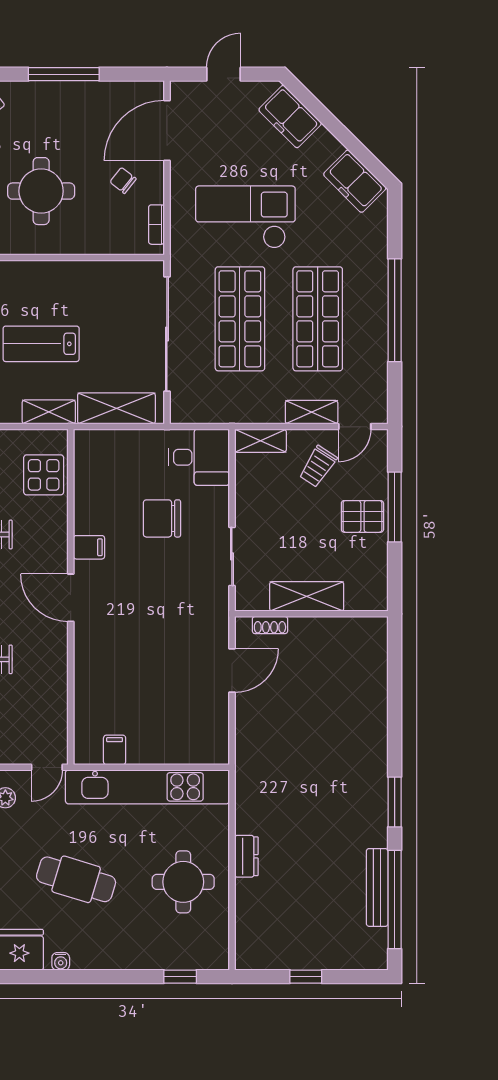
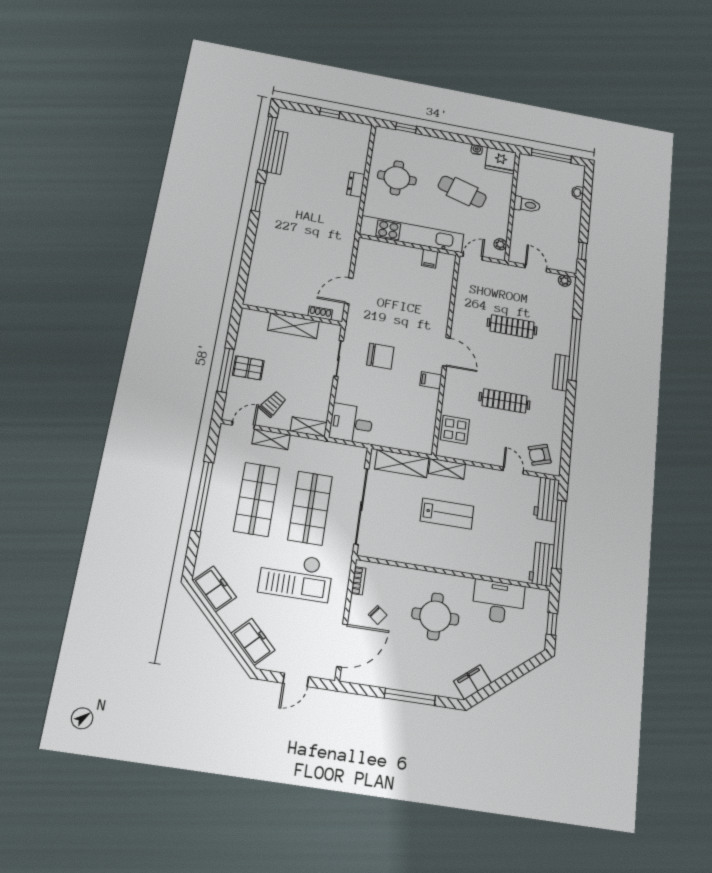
chair: (162, 518) -> (380, 356), moved

